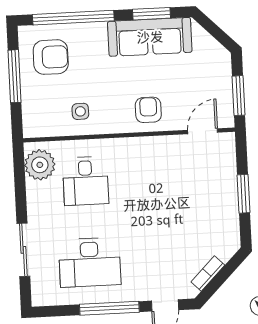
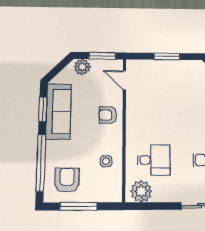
plant: (219, 67) -> (82, 67), added

